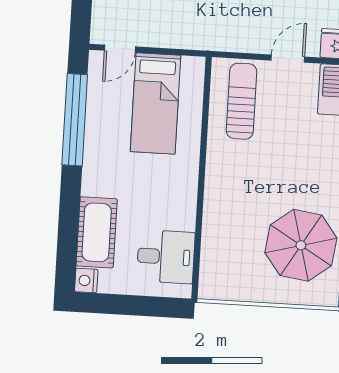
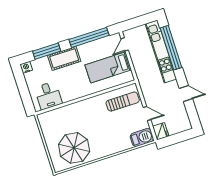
door: (120, 49) -> (125, 44), hinge flipped
window: (69, 223) -> (47, 51), added
cot: (97, 232) -> (64, 58), moved

